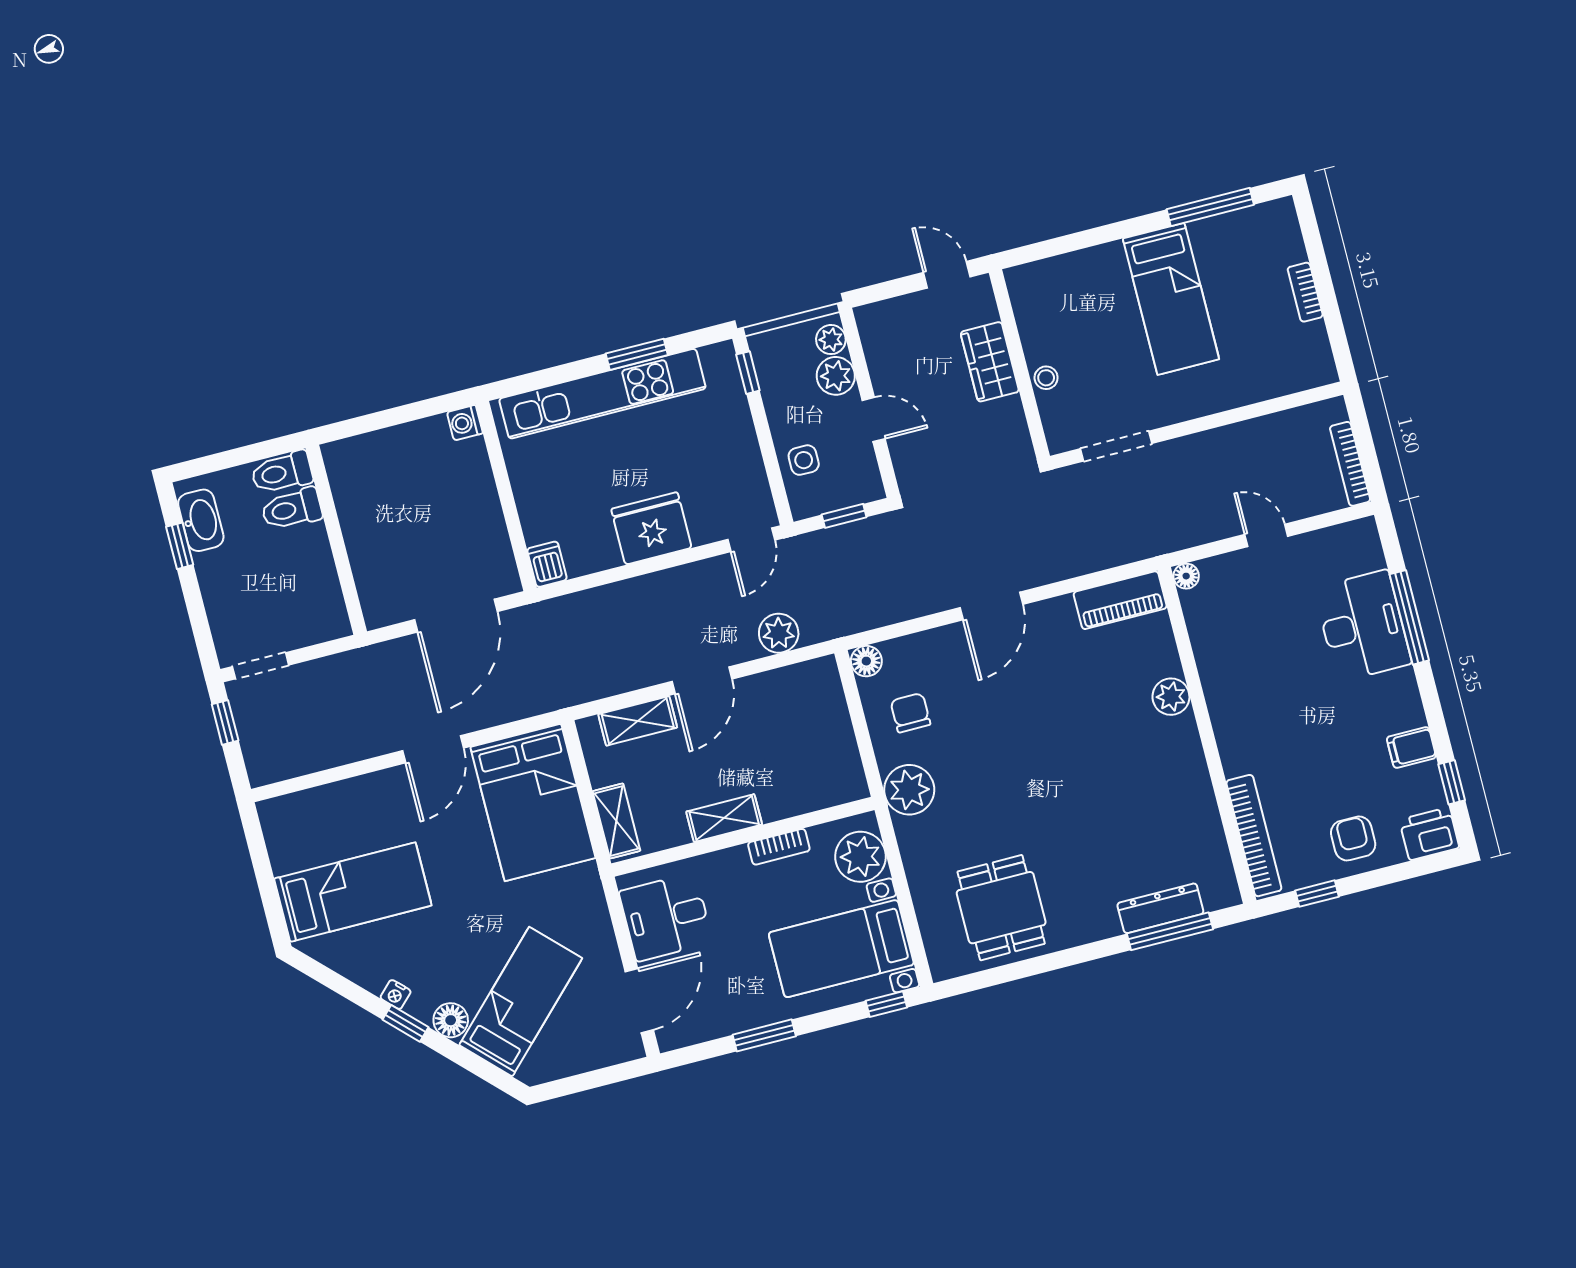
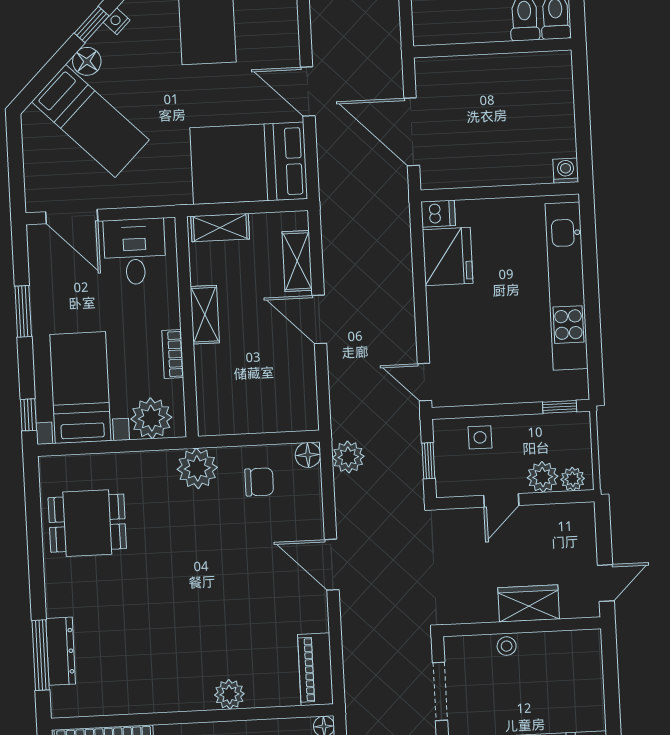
window: (637, 354) -> (593, 320), removed
fridge: (651, 528) -> (448, 257), moved
plant: (779, 633) -> (348, 457), moved

